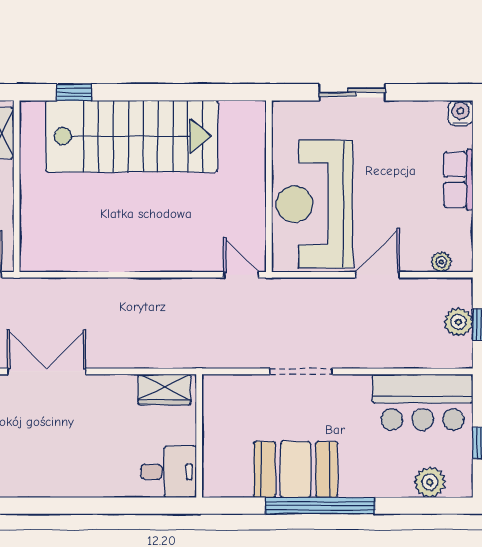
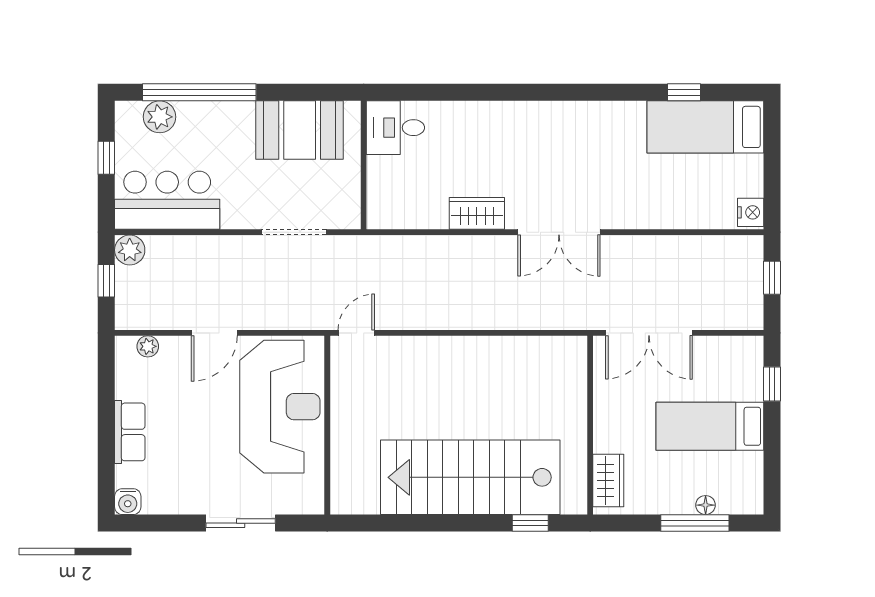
door: (241, 275) -> (356, 333), swing flipped
plant: (458, 322) -> (130, 250), moved
wardrobe: (164, 389) -> (477, 213), moved
wall: (199, 436) -> (364, 165), moved
desk: (169, 472) -> (395, 128), moved
window: (320, 506) -> (199, 92), moved

